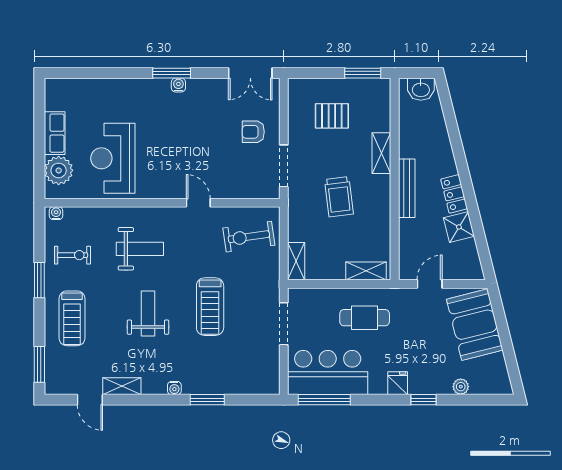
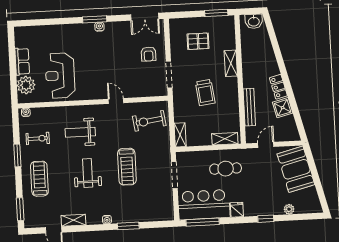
armchair: (253, 132) -> (149, 54), turned -90
bench: (407, 188) -> (249, 107), moved
weight bench: (140, 249) -> (80, 132), turned 180
treadmill: (72, 318) -> (39, 179), turned 180
fridge: (398, 383) -> (237, 210), moved

